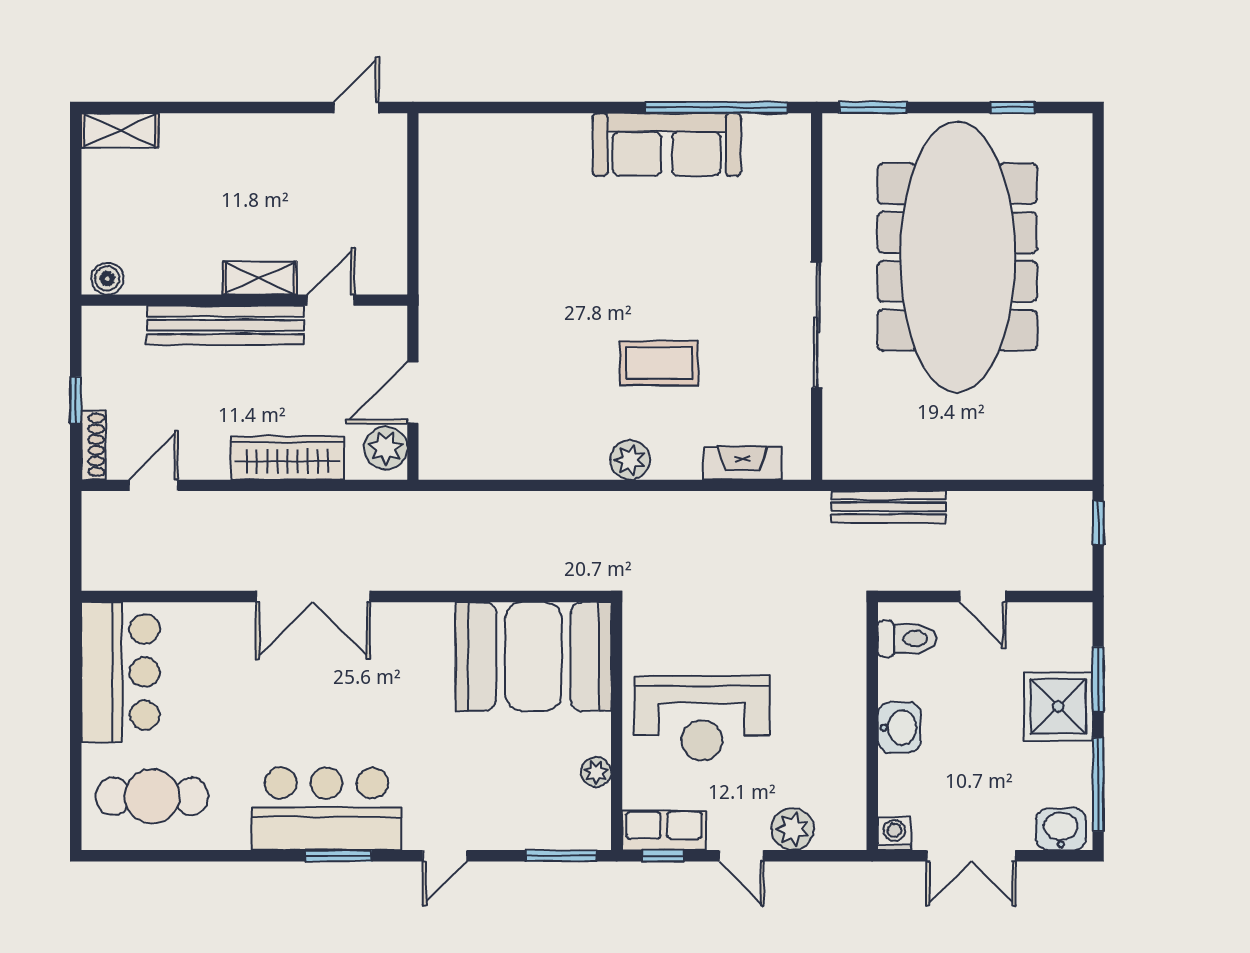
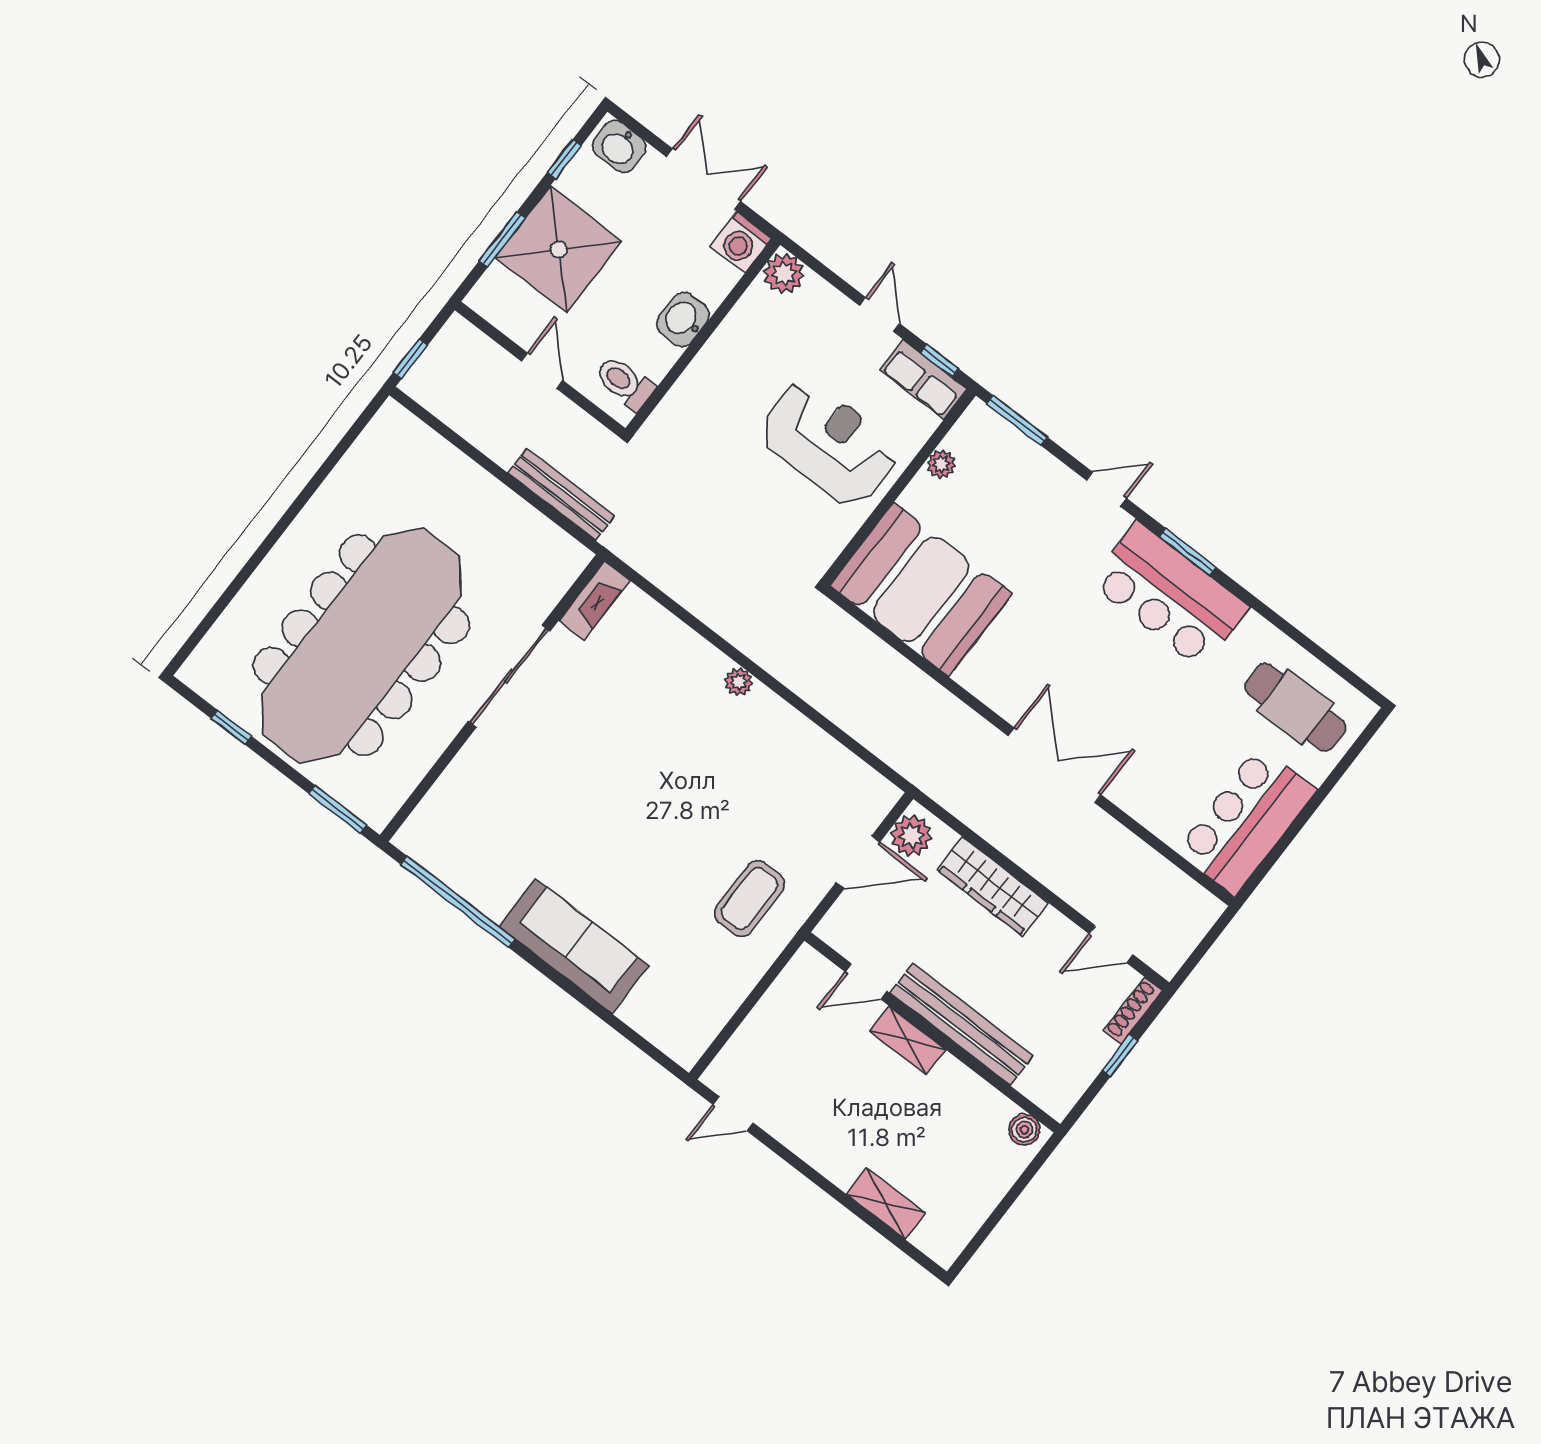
shelving: (120, 130) -> (886, 1204), moved
sofa: (667, 144) -> (574, 946), moved
coffee table: (659, 363) -> (749, 898), moved, turned 90
plant: (630, 460) -> (739, 682), width x0.73, depth x0.73
fireplace: (742, 463) -> (594, 601), moved, turned -90
shower: (1058, 706) -> (559, 249), width x1.37, depth x1.37
window: (1098, 784) -> (564, 159), width x0.46
plant: (793, 829) -> (784, 273), moved
washing machine: (894, 834) -> (741, 242), width x1.38, depth x1.38

